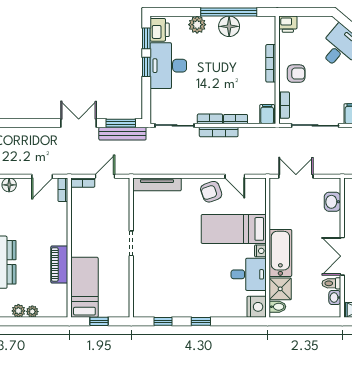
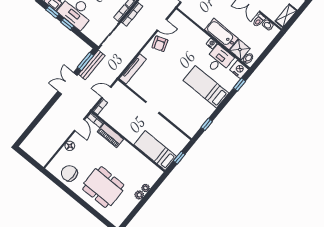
door: (105, 176) -> (106, 92), hinge flipped
bed: (234, 229) -> (206, 87), moved, turned 90
piano: (59, 264) -> (110, 135), moved
window: (201, 321) -> (239, 85), moved

